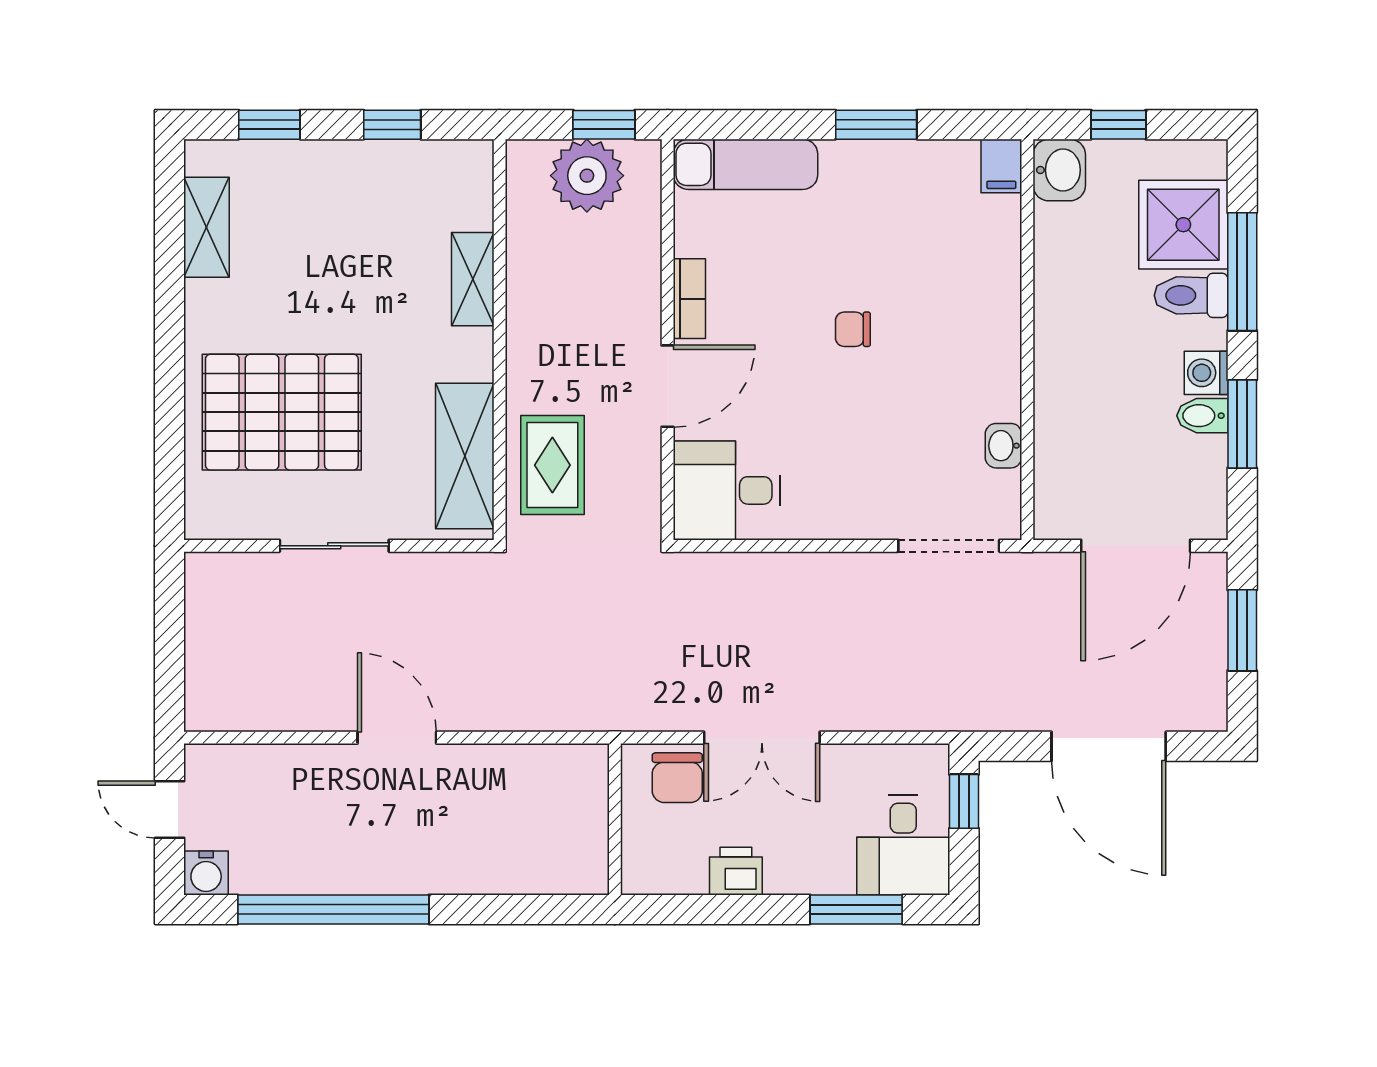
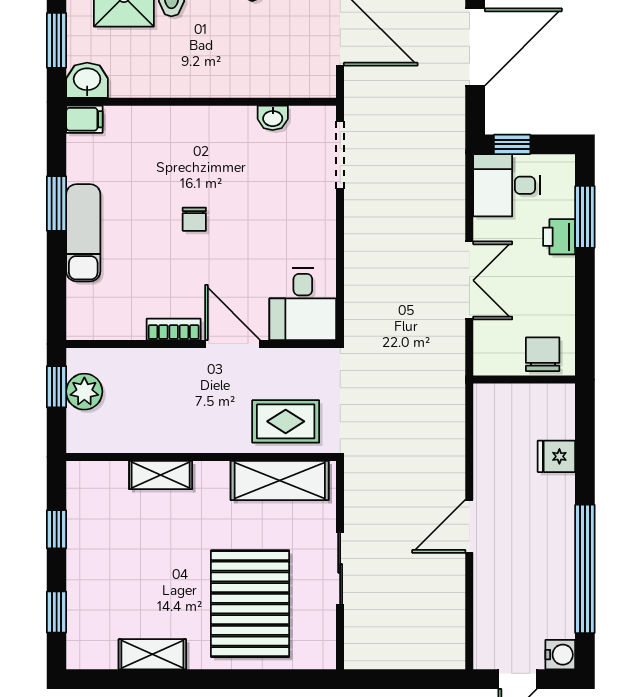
window: (1118, 125) -> (57, 40), width x1.50
exam couch: (745, 164) -> (83, 233), moved
plant: (587, 176) -> (84, 392), width x0.73, depth x0.73
shelving: (207, 227) -> (152, 654), moved
chair: (677, 778) -> (543, 354), moved, turned -90
desk: (903, 845) -> (507, 185), moved, turned 180
fridge: (501, 867) -> (556, 456), added
printer: (736, 871) -> (559, 237), moved

